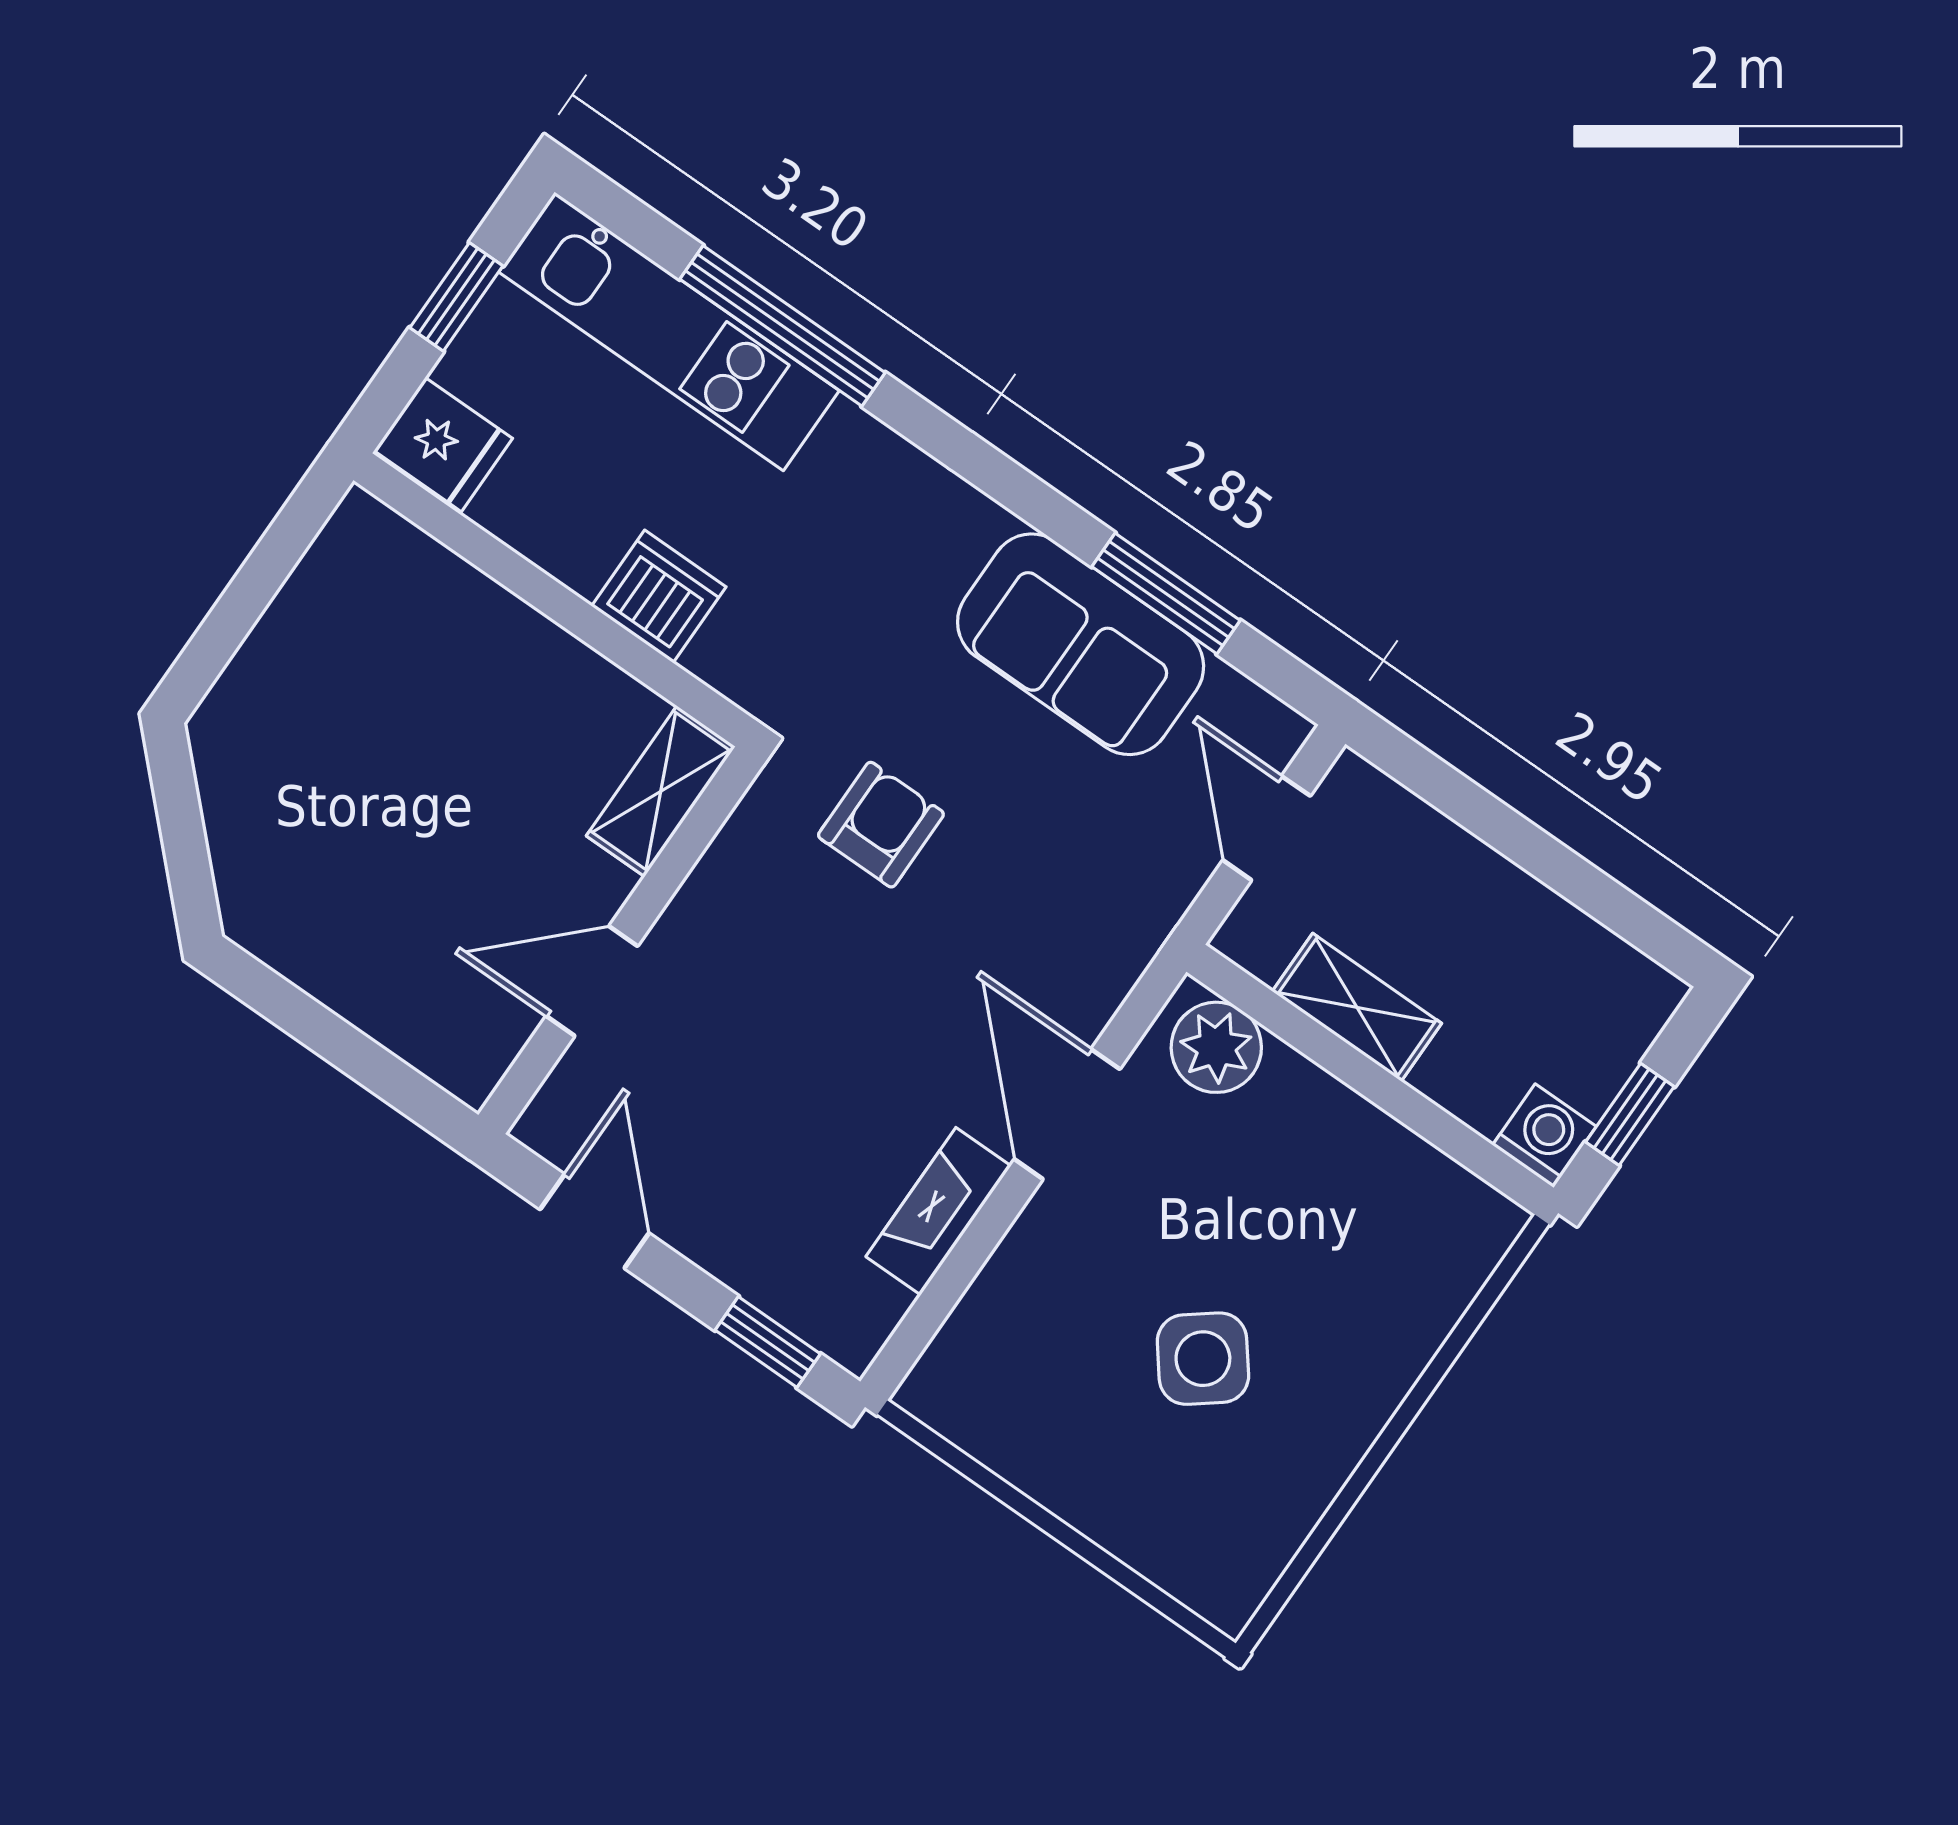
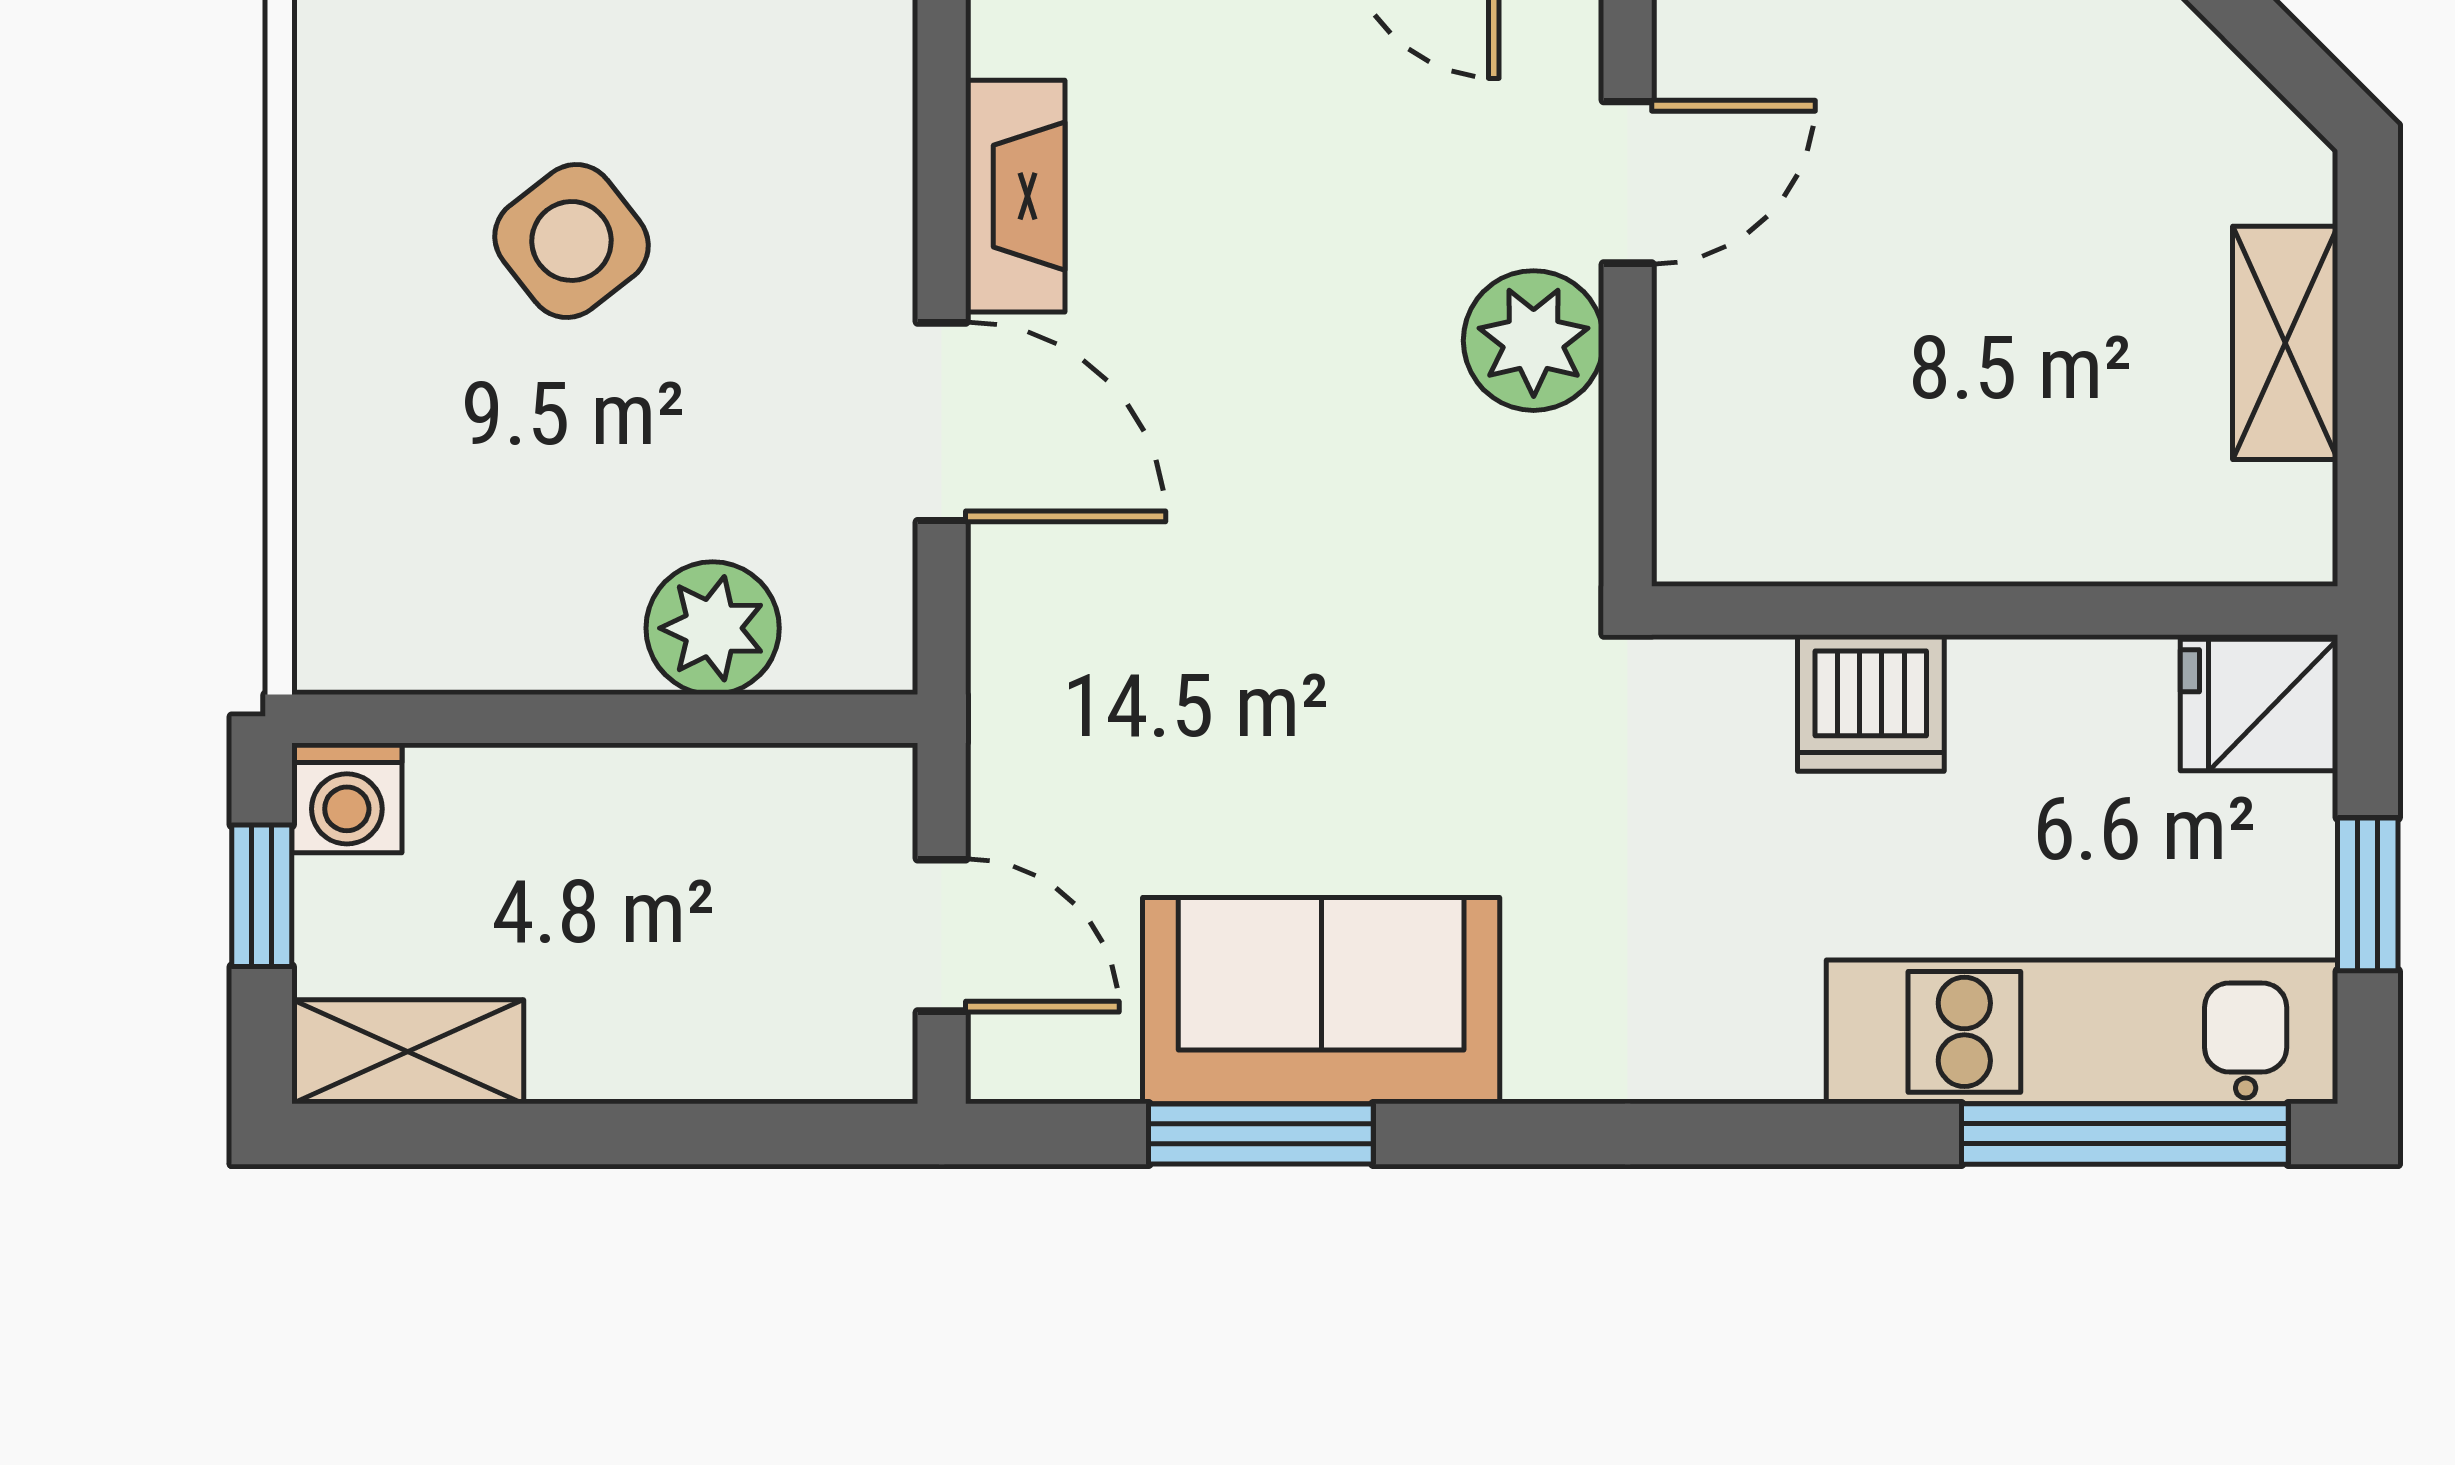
window: (782, 326) -> (2125, 1134), moved
shelving: (661, 791) -> (2285, 343), moved
armchair: (881, 825) -> (1410, 615), removed
plant: (706, 929) -> (1534, 341), added
shelving: (1357, 1007) -> (408, 1052), moved
plant: (1216, 1047) -> (713, 628), moved

